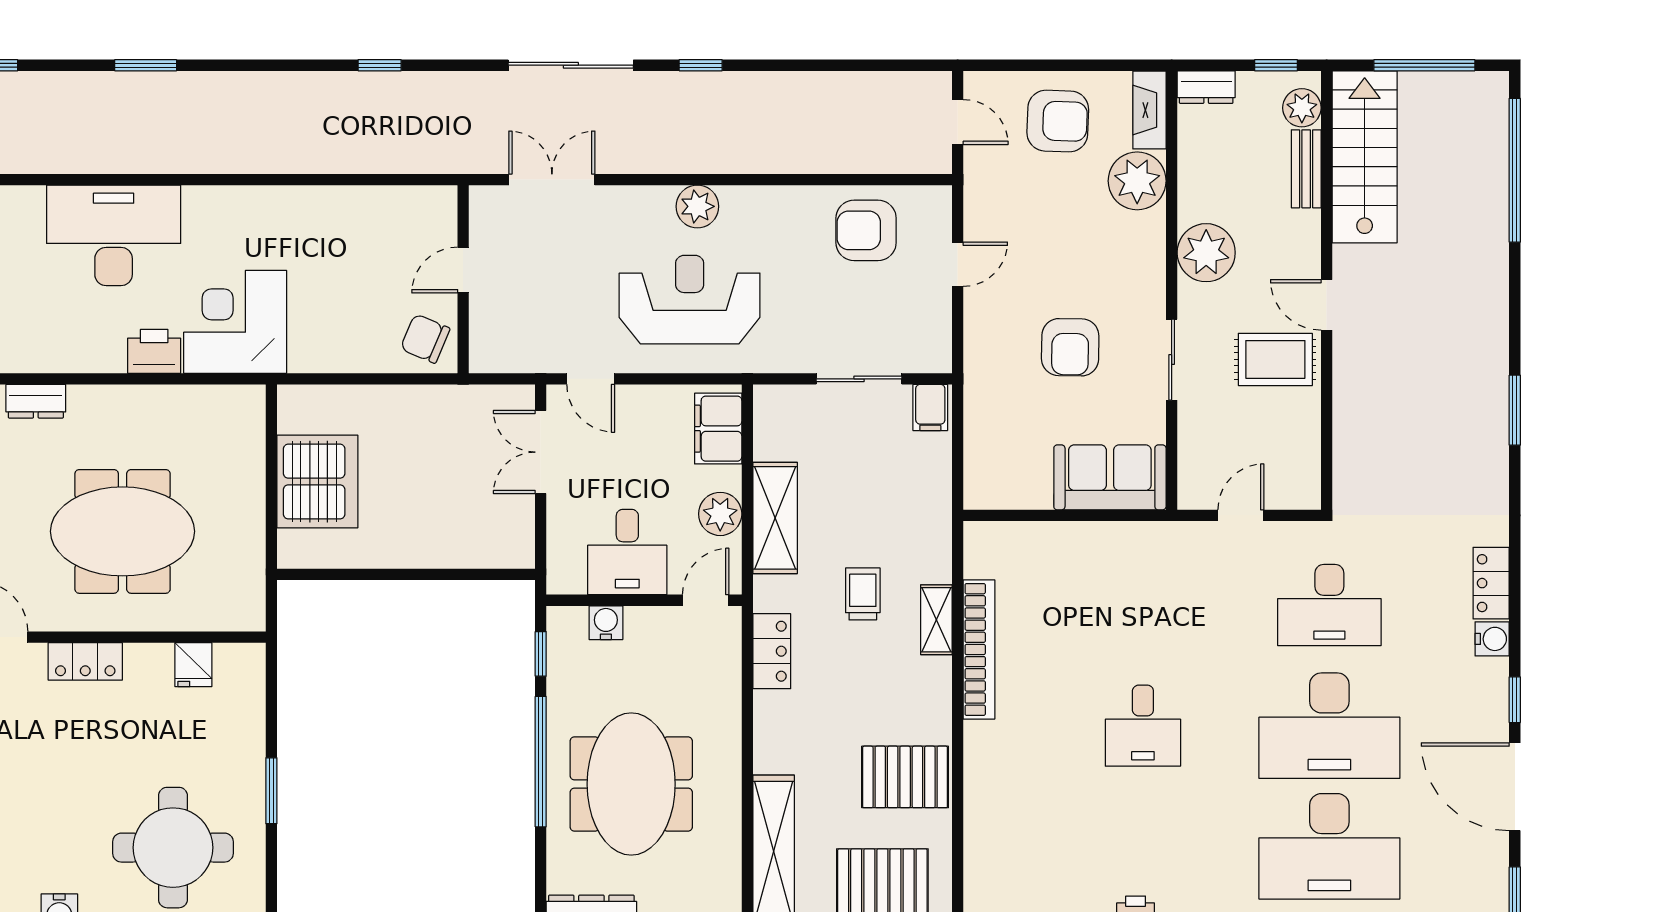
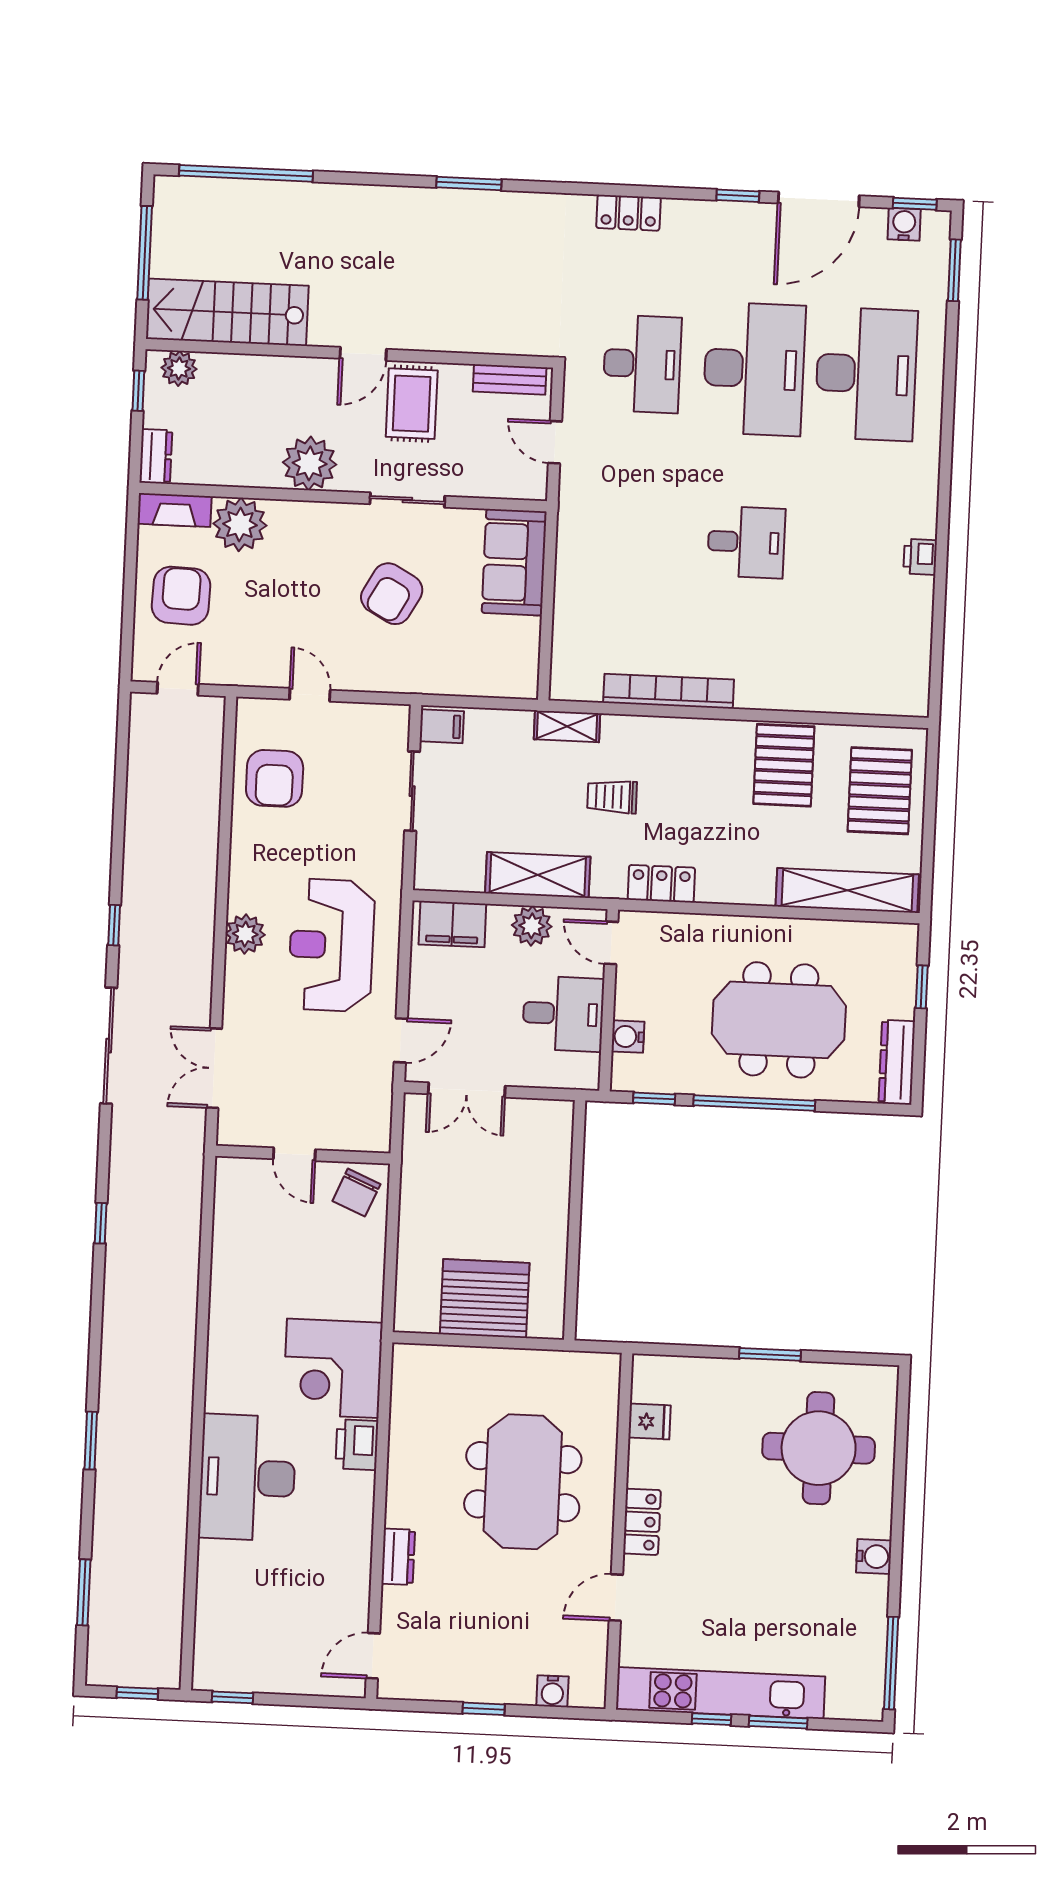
bench: (1306, 169) -> (510, 379), moved
armchair: (1070, 347) -> (392, 594), turned 118
shelving: (936, 620) -> (567, 726), moved
water cooler: (1492, 639) -> (904, 224), moved

